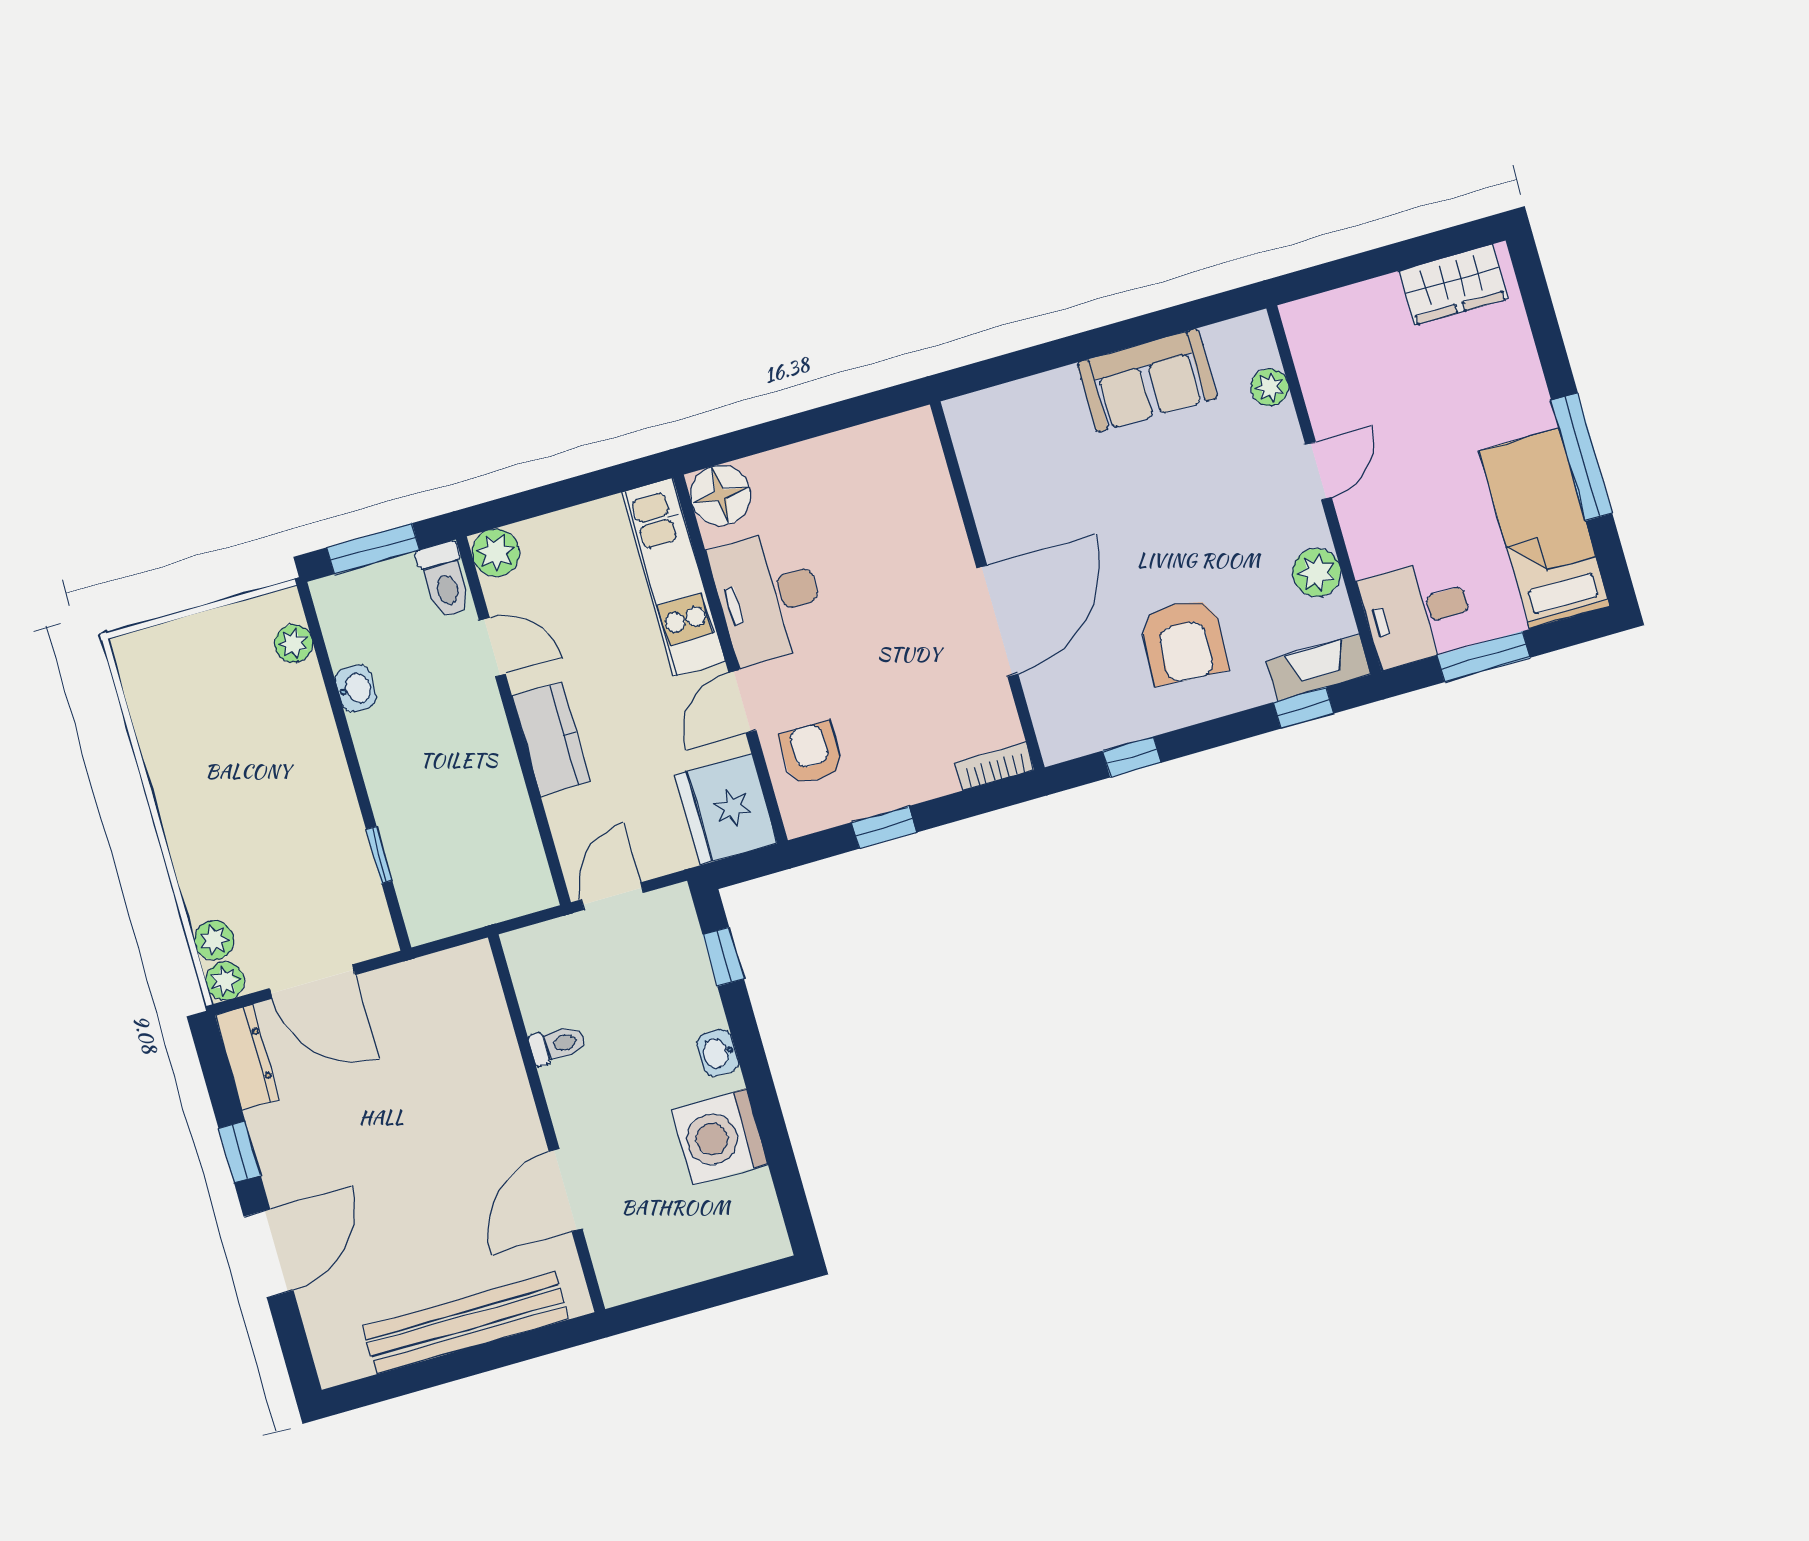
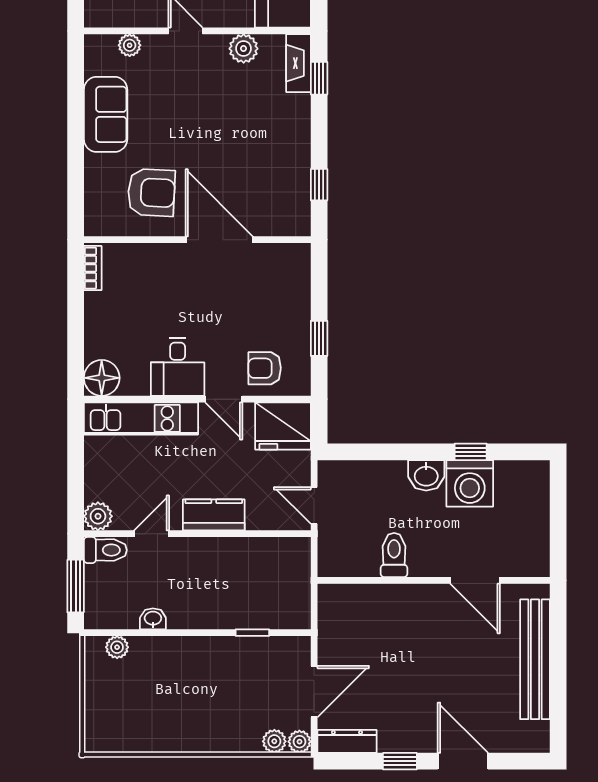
desk: (769, 596) -> (178, 367), width x0.73
armchair: (1184, 641) -> (151, 192), moved
bookcase: (994, 766) -> (93, 268), moved, turned 180
window: (723, 957) -> (471, 452), moved
toilet: (558, 1045) -> (394, 555), width x1.37, depth x1.39
washbasin: (718, 1053) -> (426, 475), width x1.38, depth x1.45

